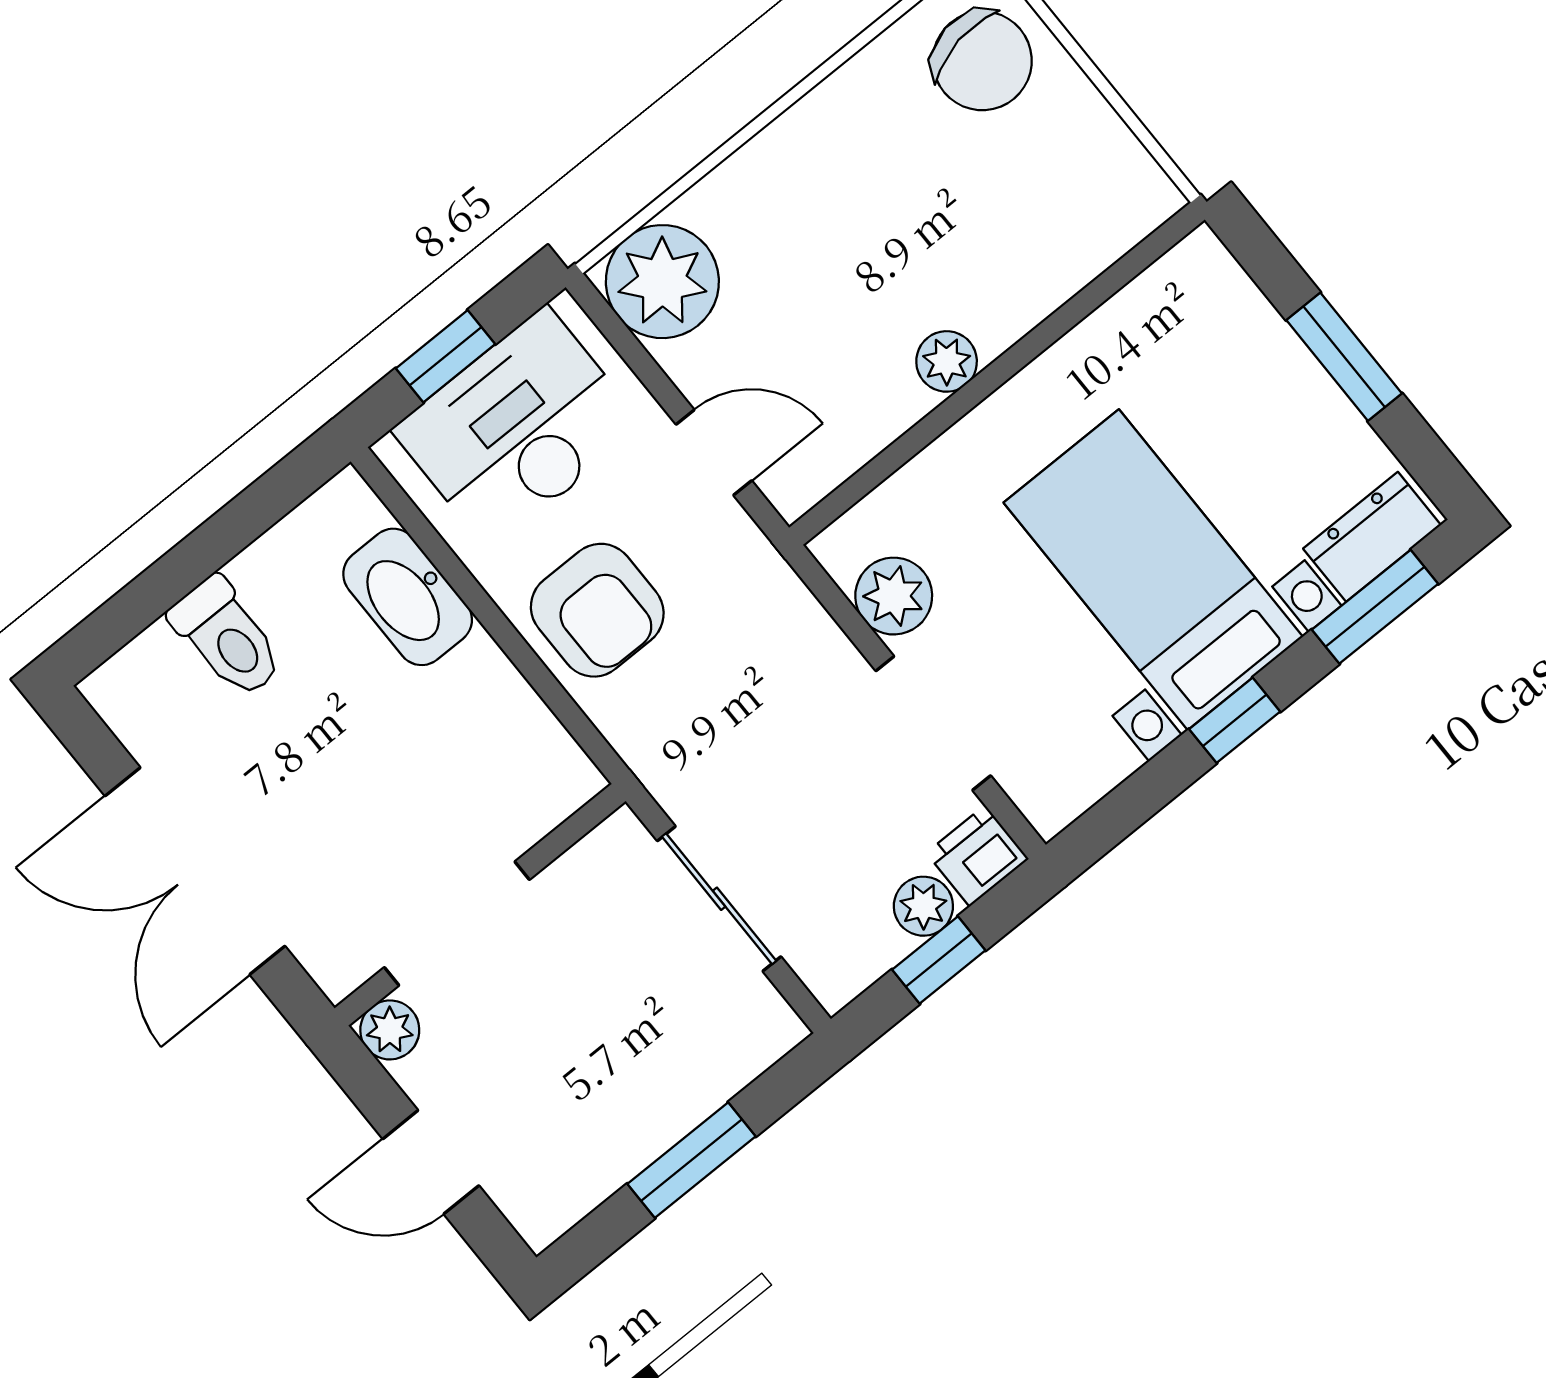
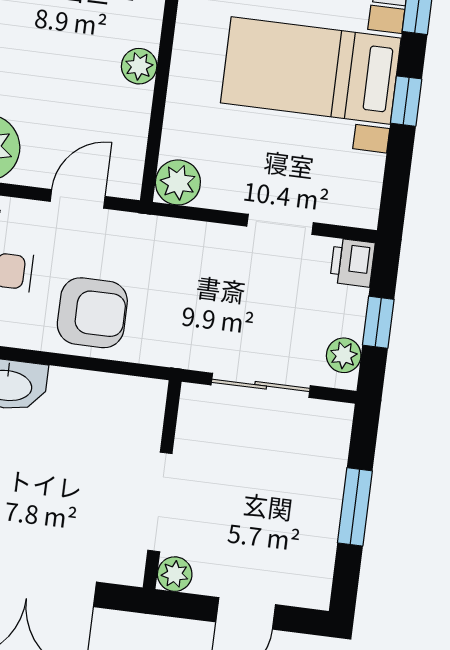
plant: (894, 596) -> (178, 182), moved
doorway: (933, 723) -> (280, 224), width x0.73
plant: (923, 906) -> (344, 355), moved

